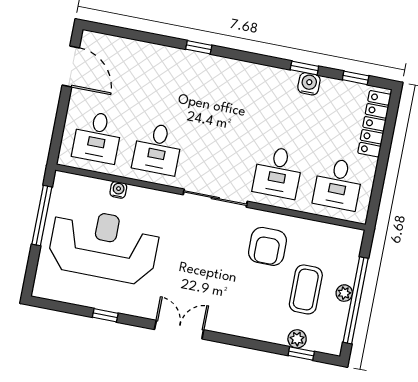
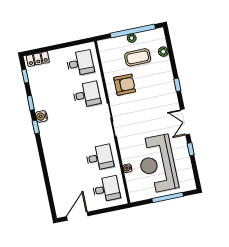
window: (199, 47) -> (36, 127), moved
water cooler: (309, 84) -> (41, 116), moved
locker: (374, 124) -> (38, 59), width x0.66
window: (42, 216) -> (168, 197), moved
double door: (179, 330) -> (185, 122), moved
window: (301, 353) -> (177, 85), moved

